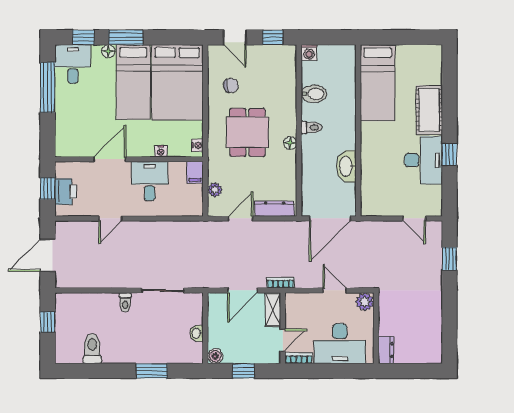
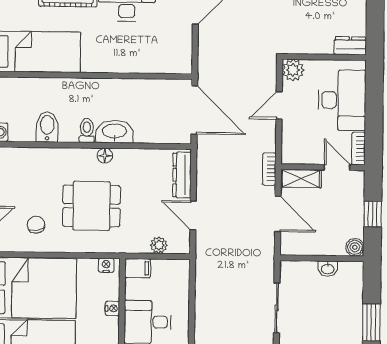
washbasin: (346, 166) -> (115, 132), moved, turned 180

